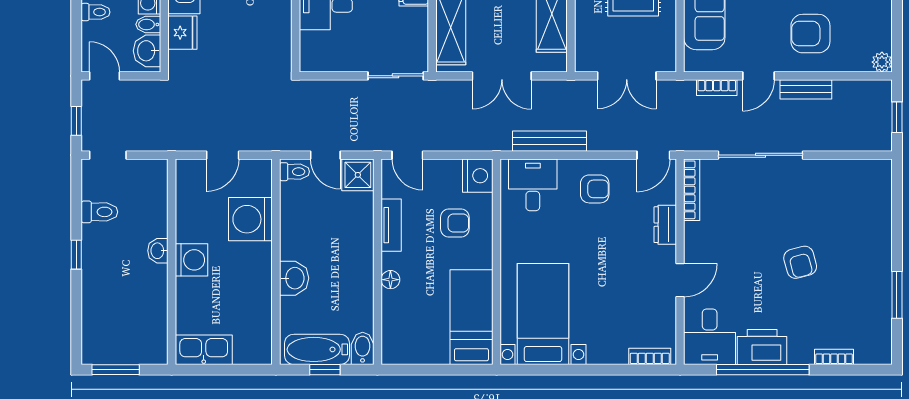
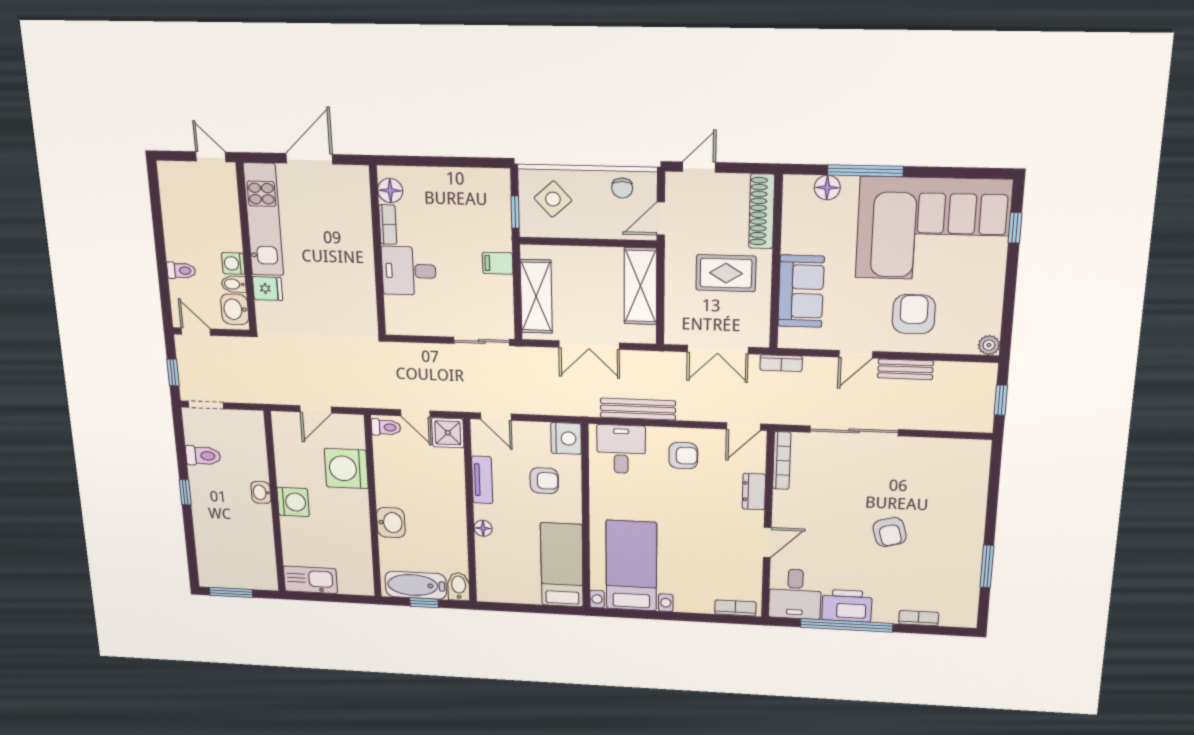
fridge: (182, 33) -> (268, 289), width x0.72
armchair: (810, 34) -> (914, 314), turned 90
bookcase: (717, 88) -> (781, 363), moved

